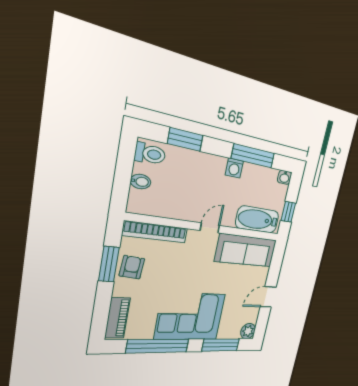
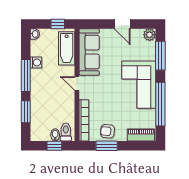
toilet: (150, 154) -> (66, 132), moved
window: (253, 156) -> (26, 75), moved
washing machine: (234, 168) -> (36, 62), moved
window: (123, 177) -> (54, 146), added

